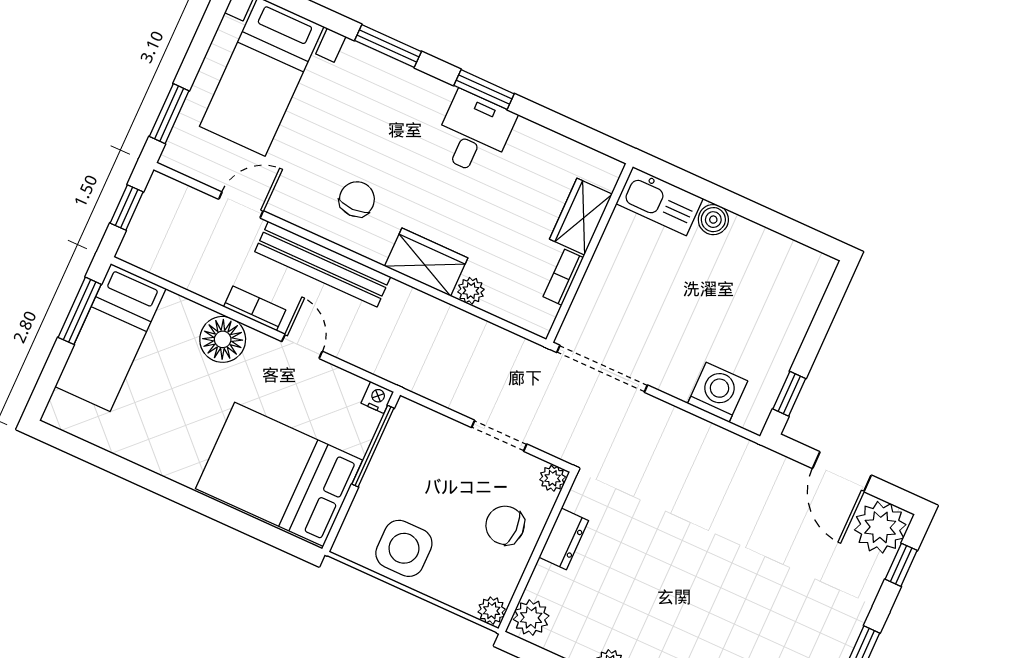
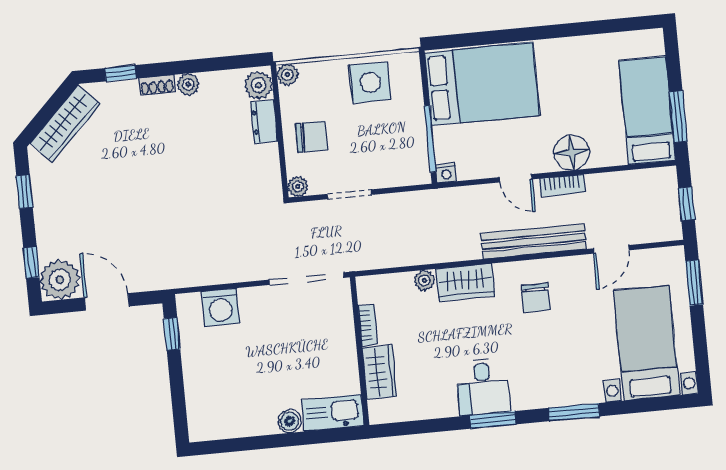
dresser: (564, 539) -> (264, 122), moved

